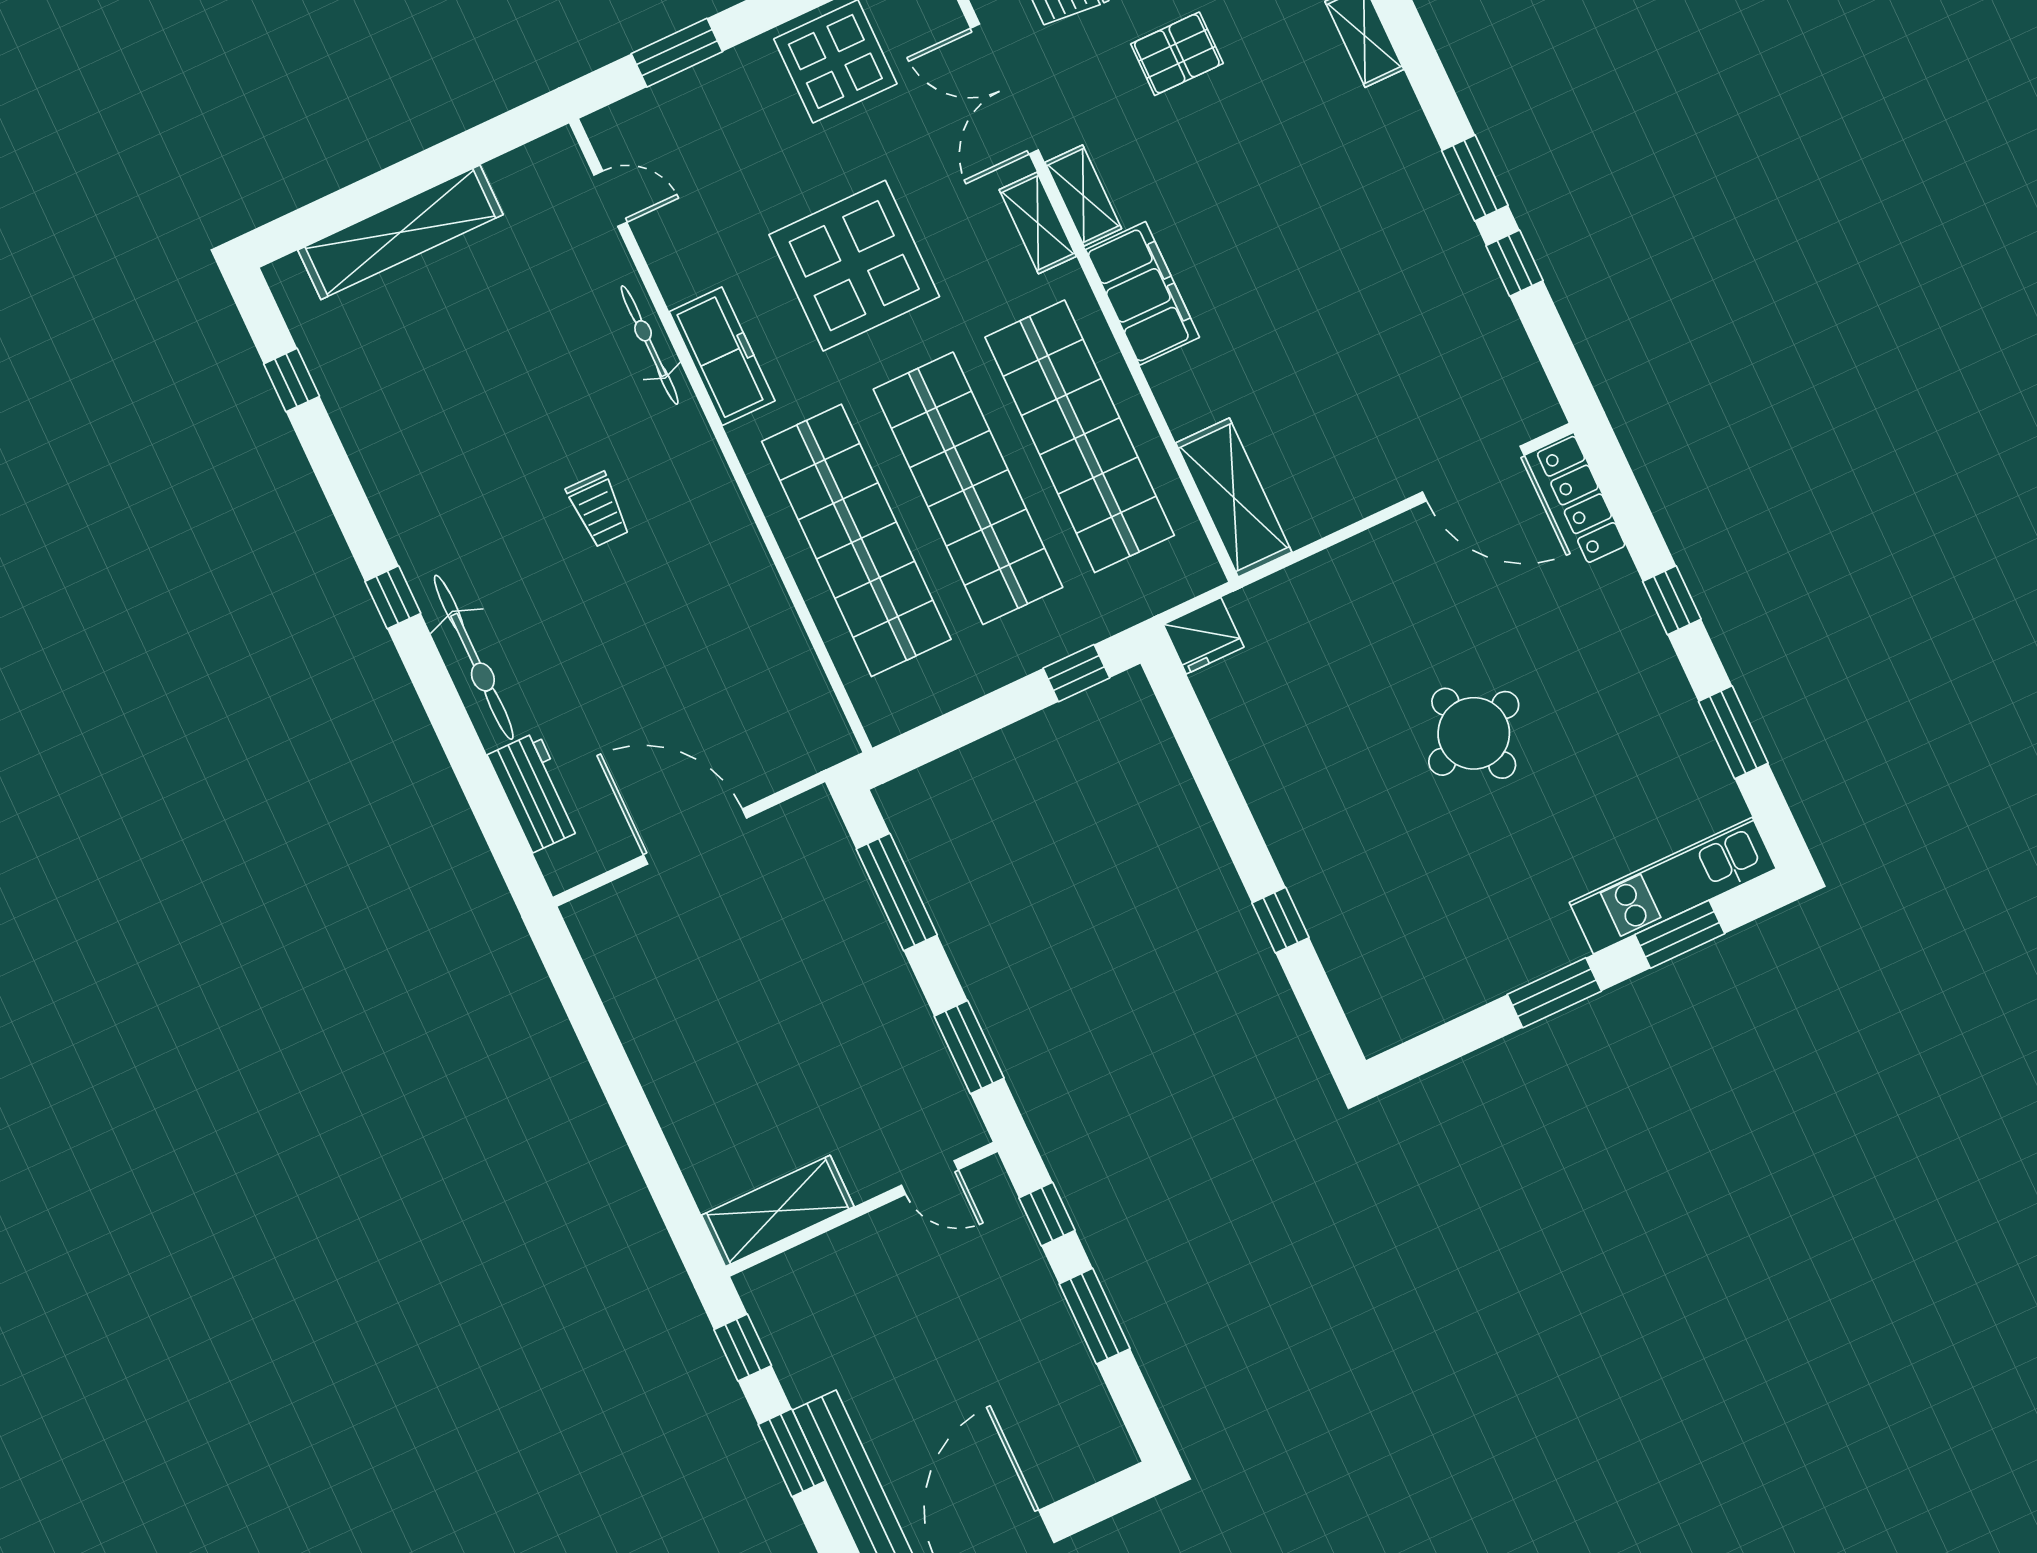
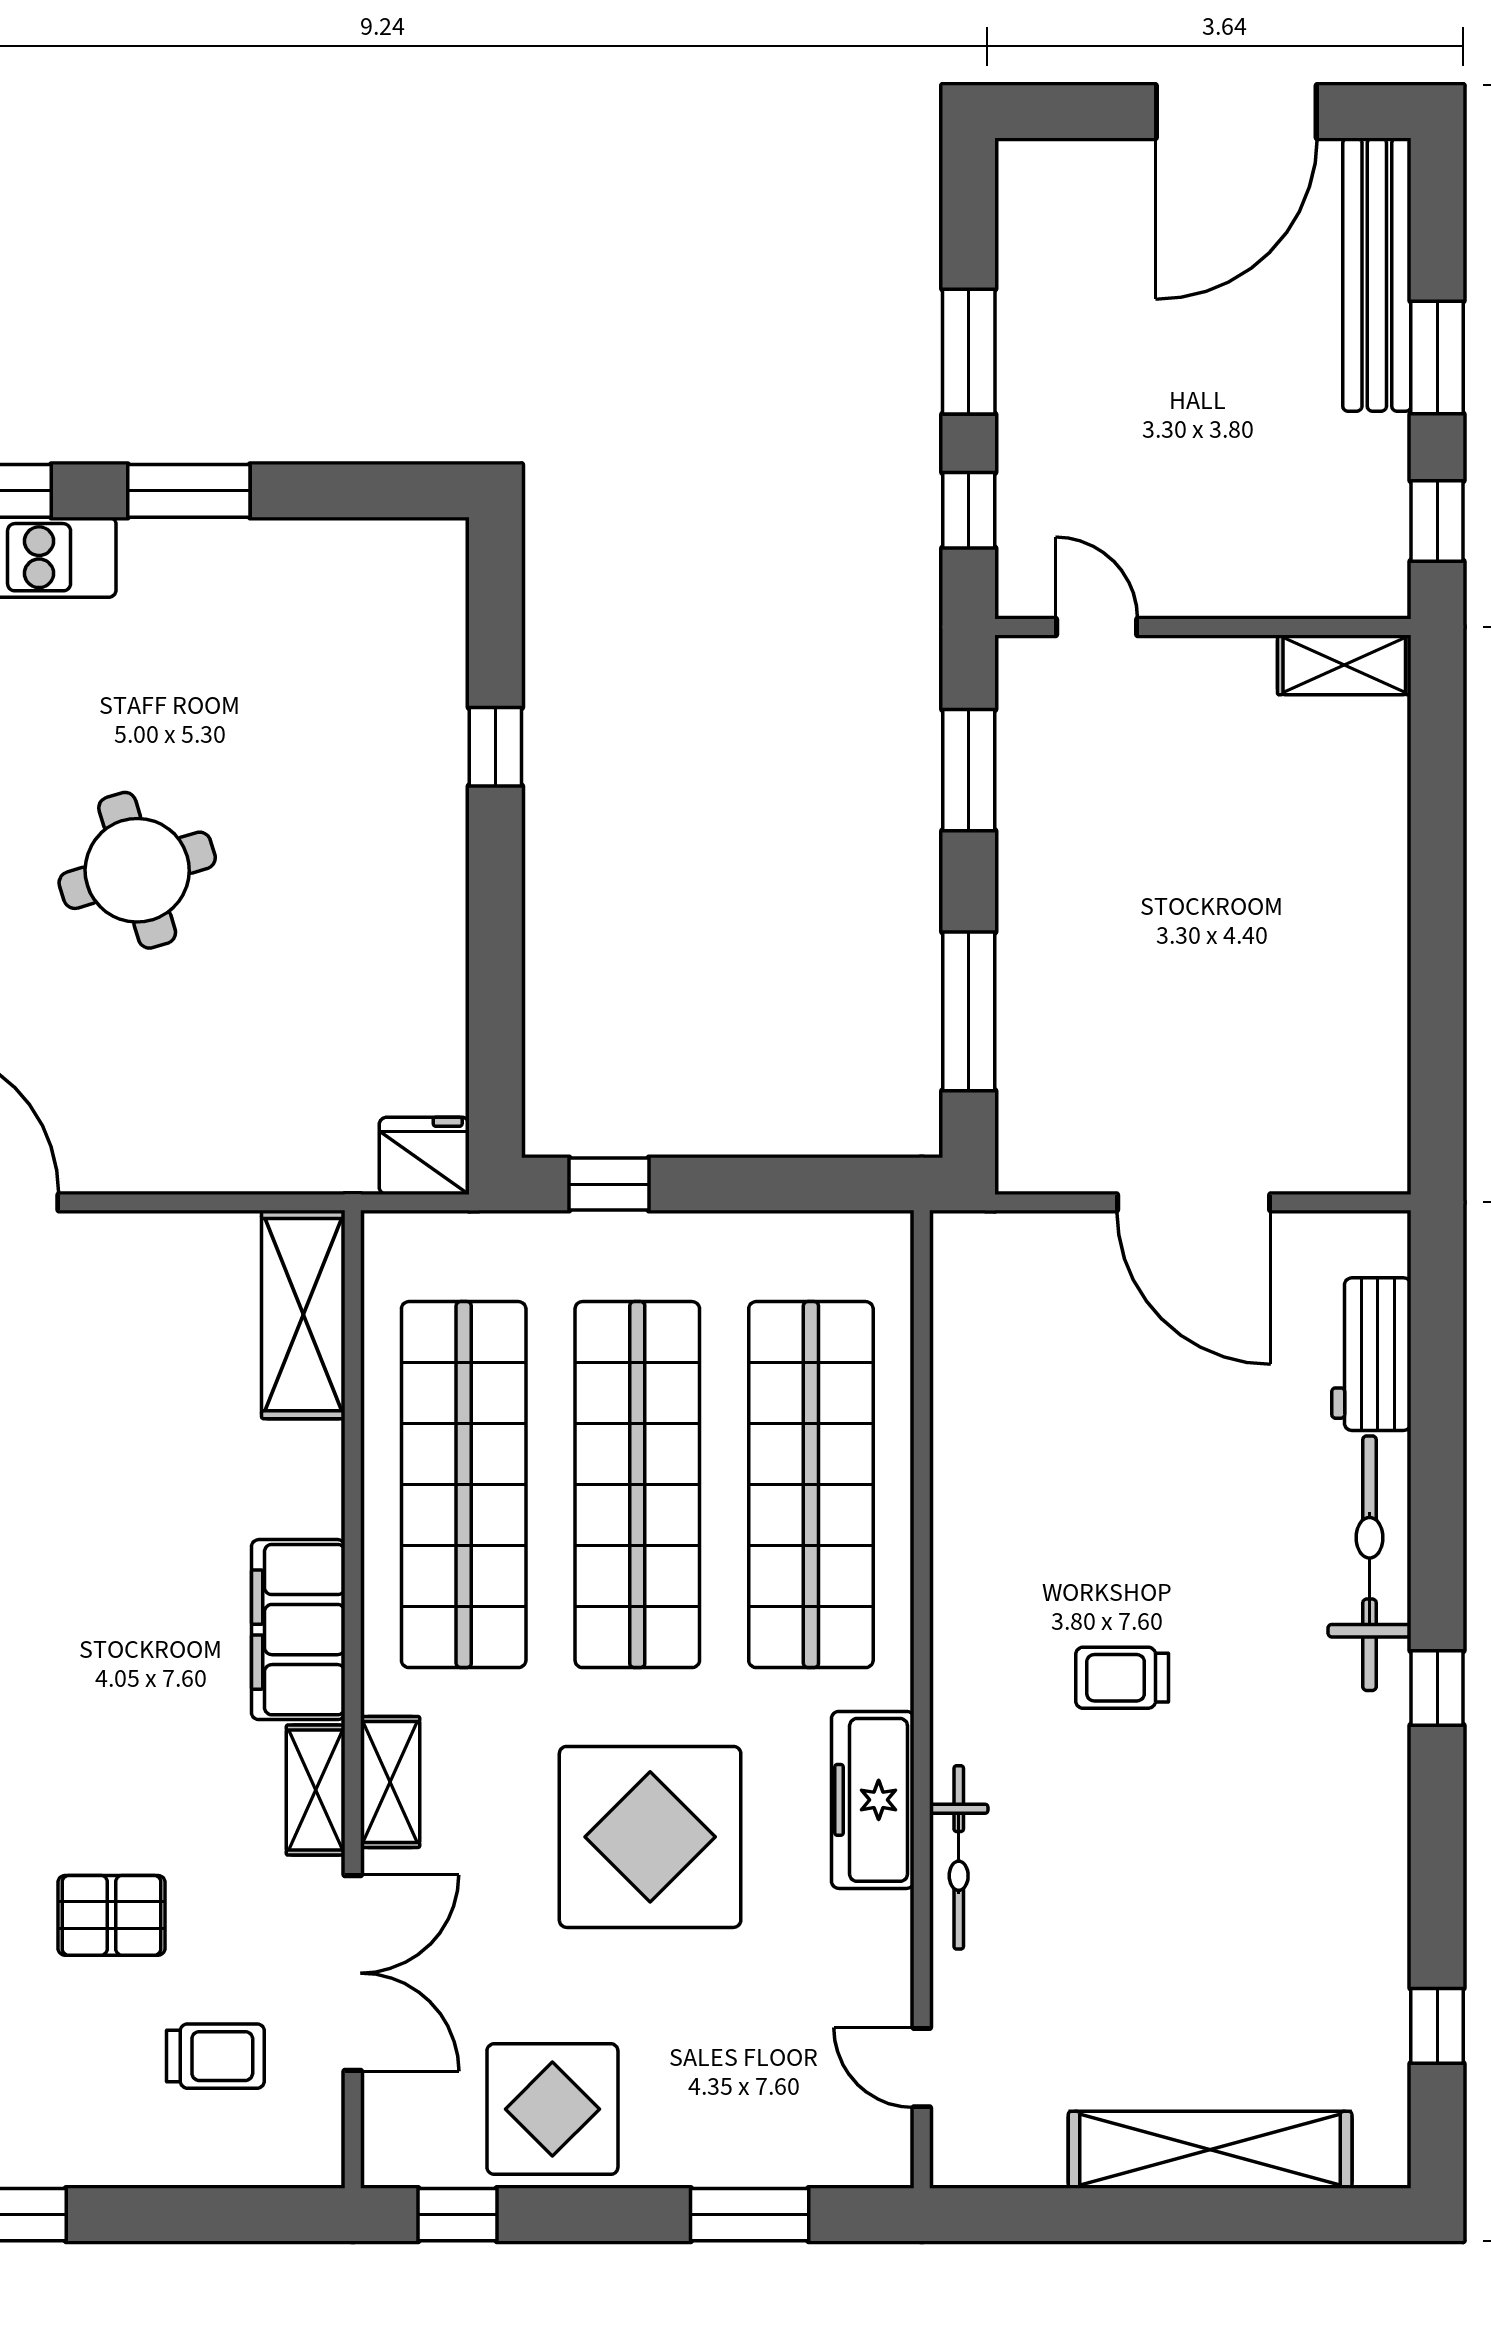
trolley: (598, 509) -> (1122, 1678), turned -90
shelving: (778, 1211) -> (1344, 665), width x0.67, depth x0.75

